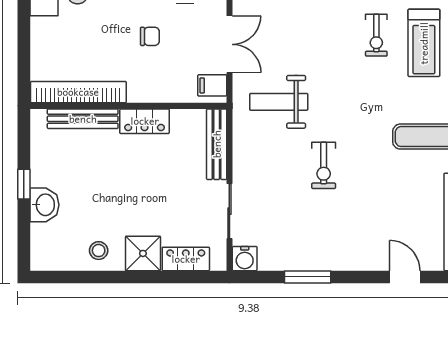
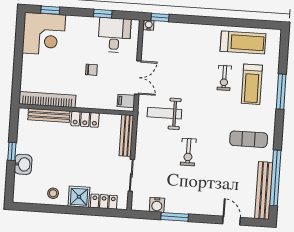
water cooler: (245, 259) -> (157, 205), moved

